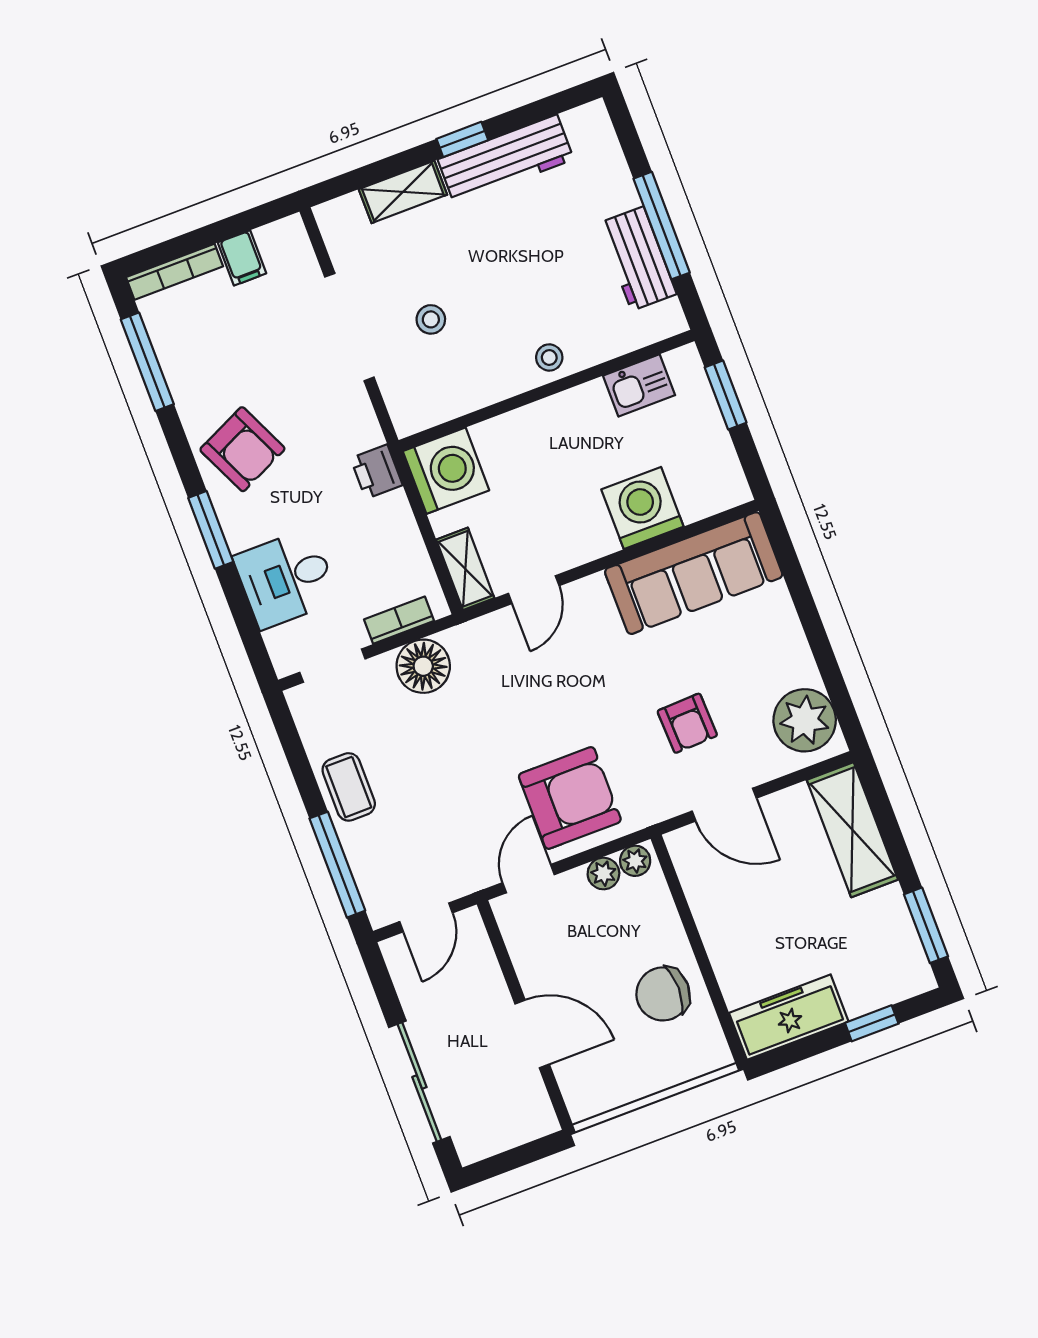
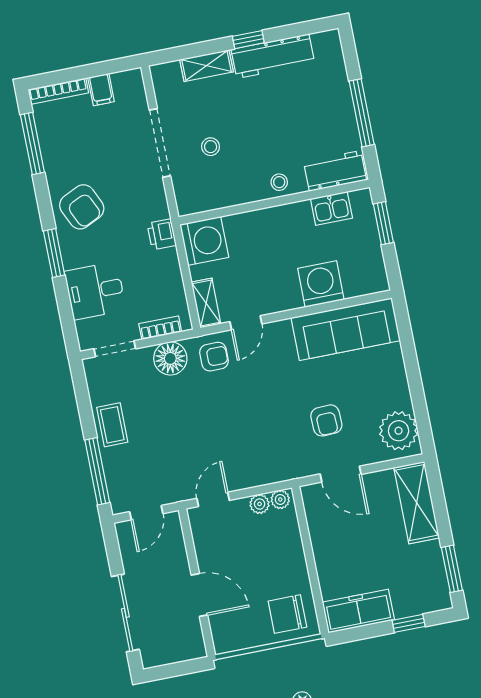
workbench: (638, 259) -> (335, 171), moved, turned 90
armchair: (570, 798) -> (214, 357), moved, width x0.53, depth x0.53
chair: (663, 994) -> (287, 614), moved

